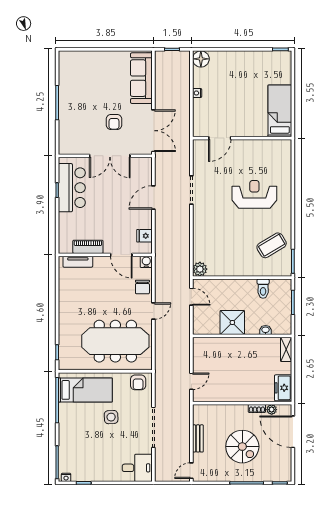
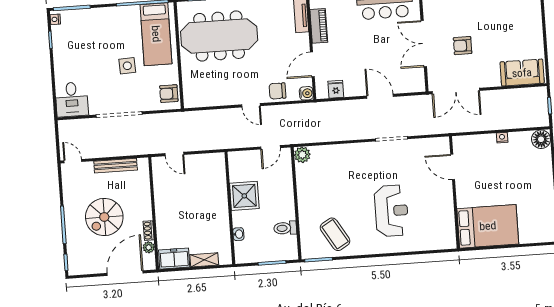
sofa: (141, 78) -> (522, 73), width x0.73
bed: (280, 111) -> (488, 226), width x1.50
meeting table: (115, 341) -> (219, 36), moved, turned 90
shelving: (286, 349) -> (204, 260), moved
bench: (198, 438) -> (116, 166), width x1.36

